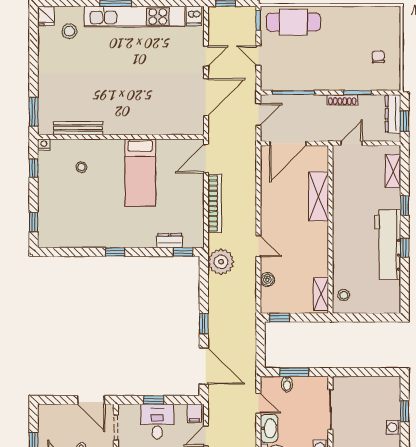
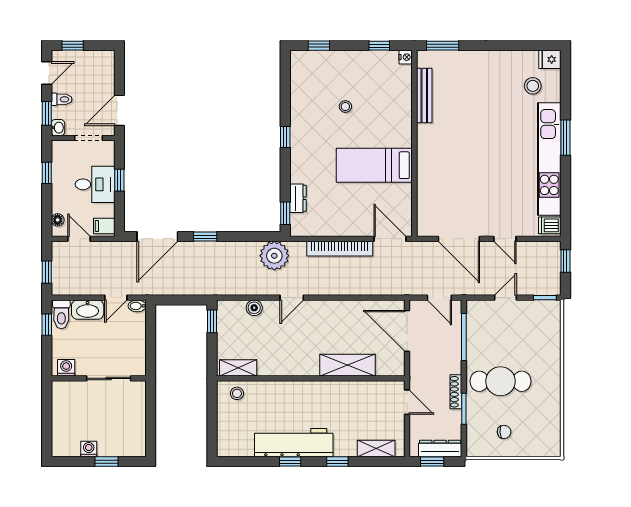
cafe table: (293, 22) -> (500, 381), moved, turned 90
stool: (81, 167) -> (345, 106), moved
window: (294, 372) -> (151, 338), removed
bidet: (287, 384) -> (137, 306), moved

